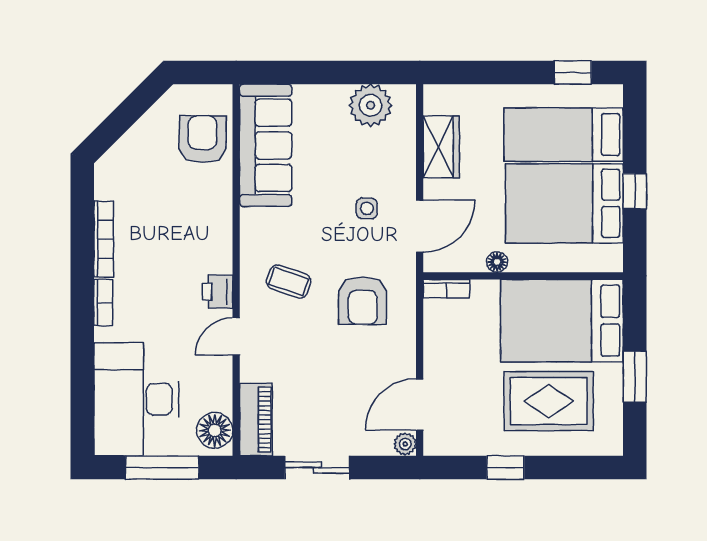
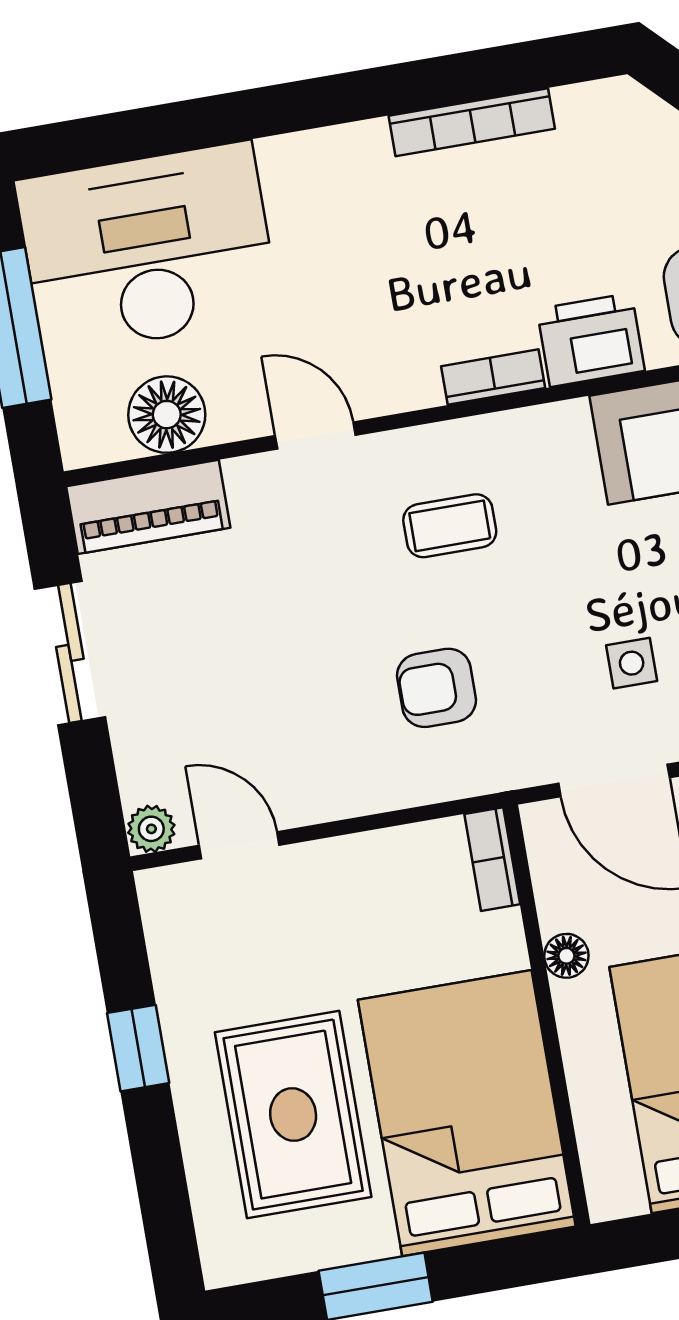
coffee table: (289, 282) -> (450, 526), turned 71
printer: (218, 292) -> (591, 340), moved, width x1.36, depth x1.24
armchair: (363, 301) -> (437, 688), width x0.72, depth x0.72
bookcase: (103, 303) -> (493, 377), moved, turned 180
door: (420, 405) -> (239, 845), width x0.73
floor lamp: (215, 430) -> (167, 415), moved

